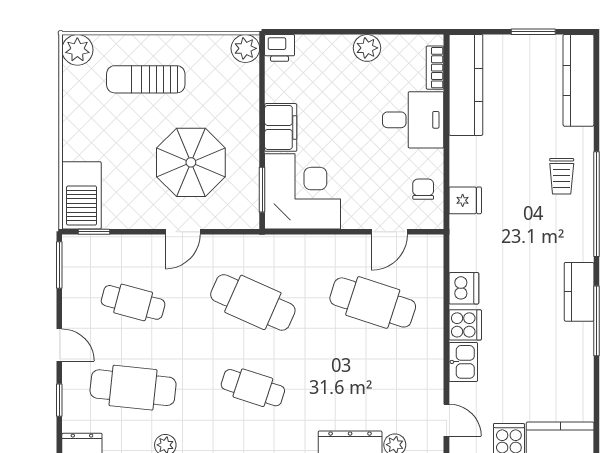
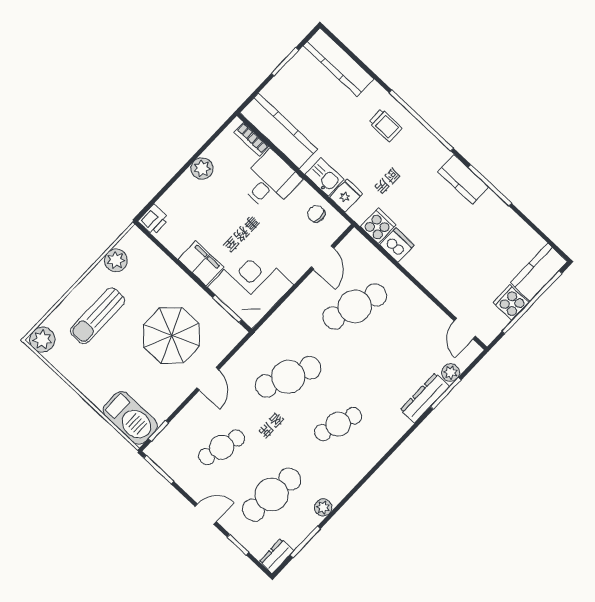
plant: (245, 48) -> (116, 260), moved
cooker: (465, 325) -> (378, 226), moved
kitchen sink: (463, 362) -> (324, 177), moved
door: (446, 420) -> (465, 329), swing flipped

